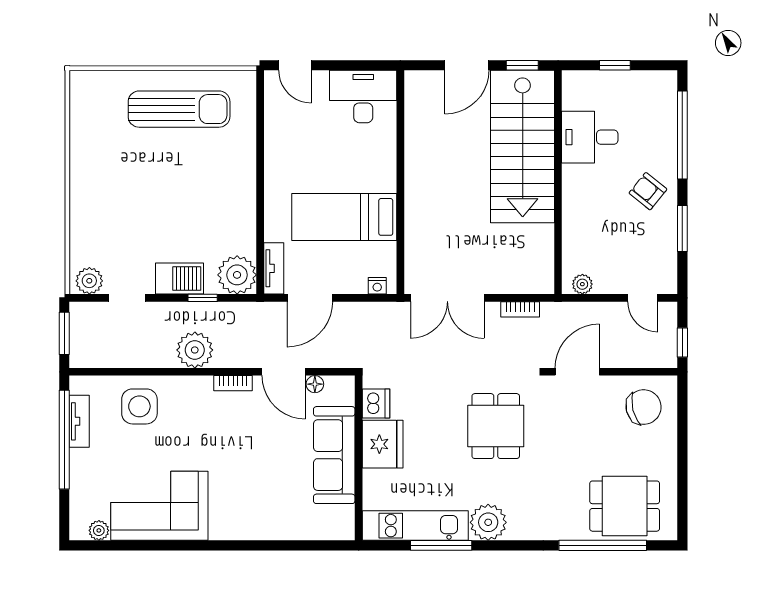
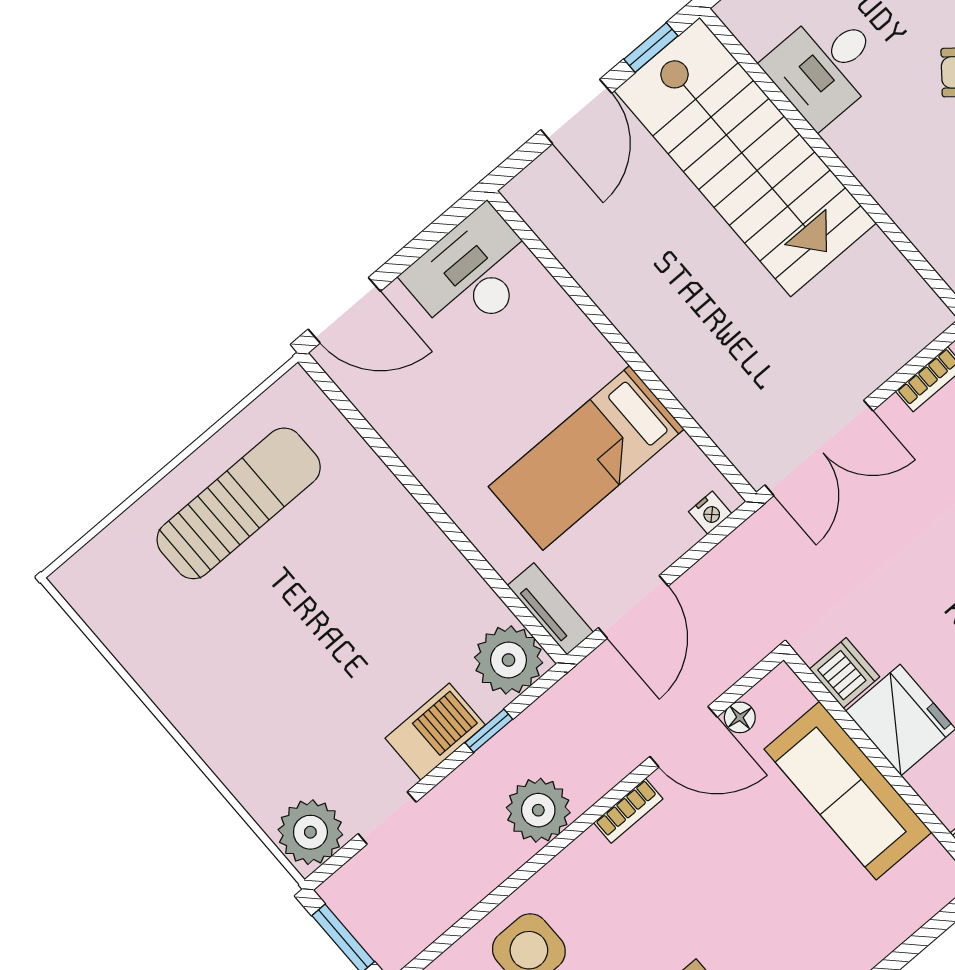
door: (295, 65) -> (344, 310), width x1.38
plant: (89, 281) -> (310, 832), width x1.36, depth x1.36

